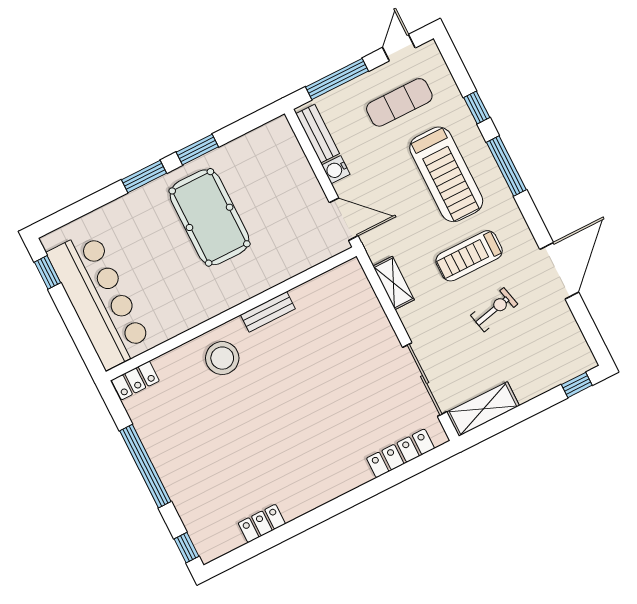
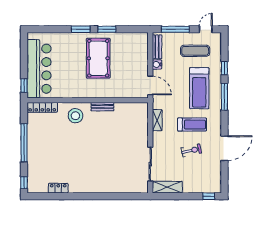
treadmill: (469, 256) -> (192, 125), turned 180
window: (48, 272) -> (24, 86), moved
locker: (135, 380) -> (42, 107), width x1.53
locker: (401, 453) -> (126, 188), removed

